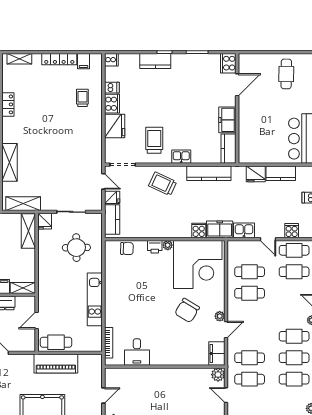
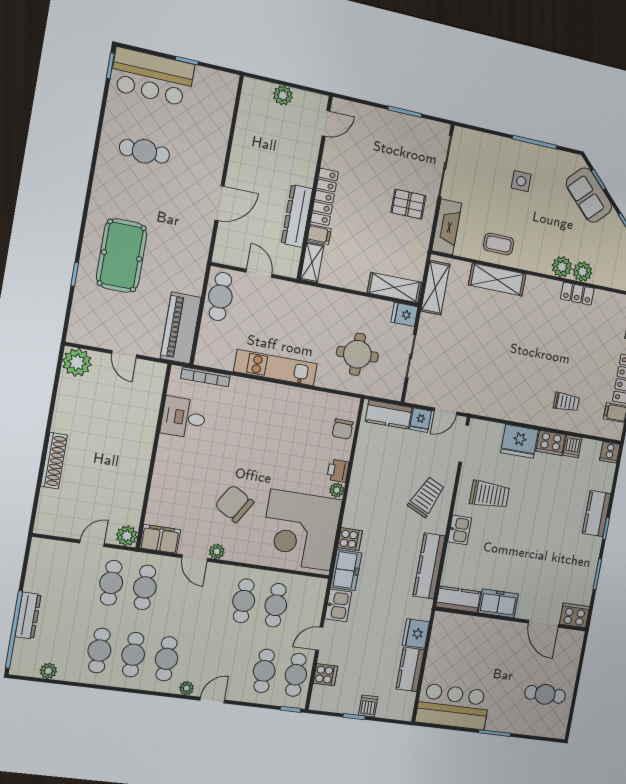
piano: (56, 364) -> (181, 328), moved

